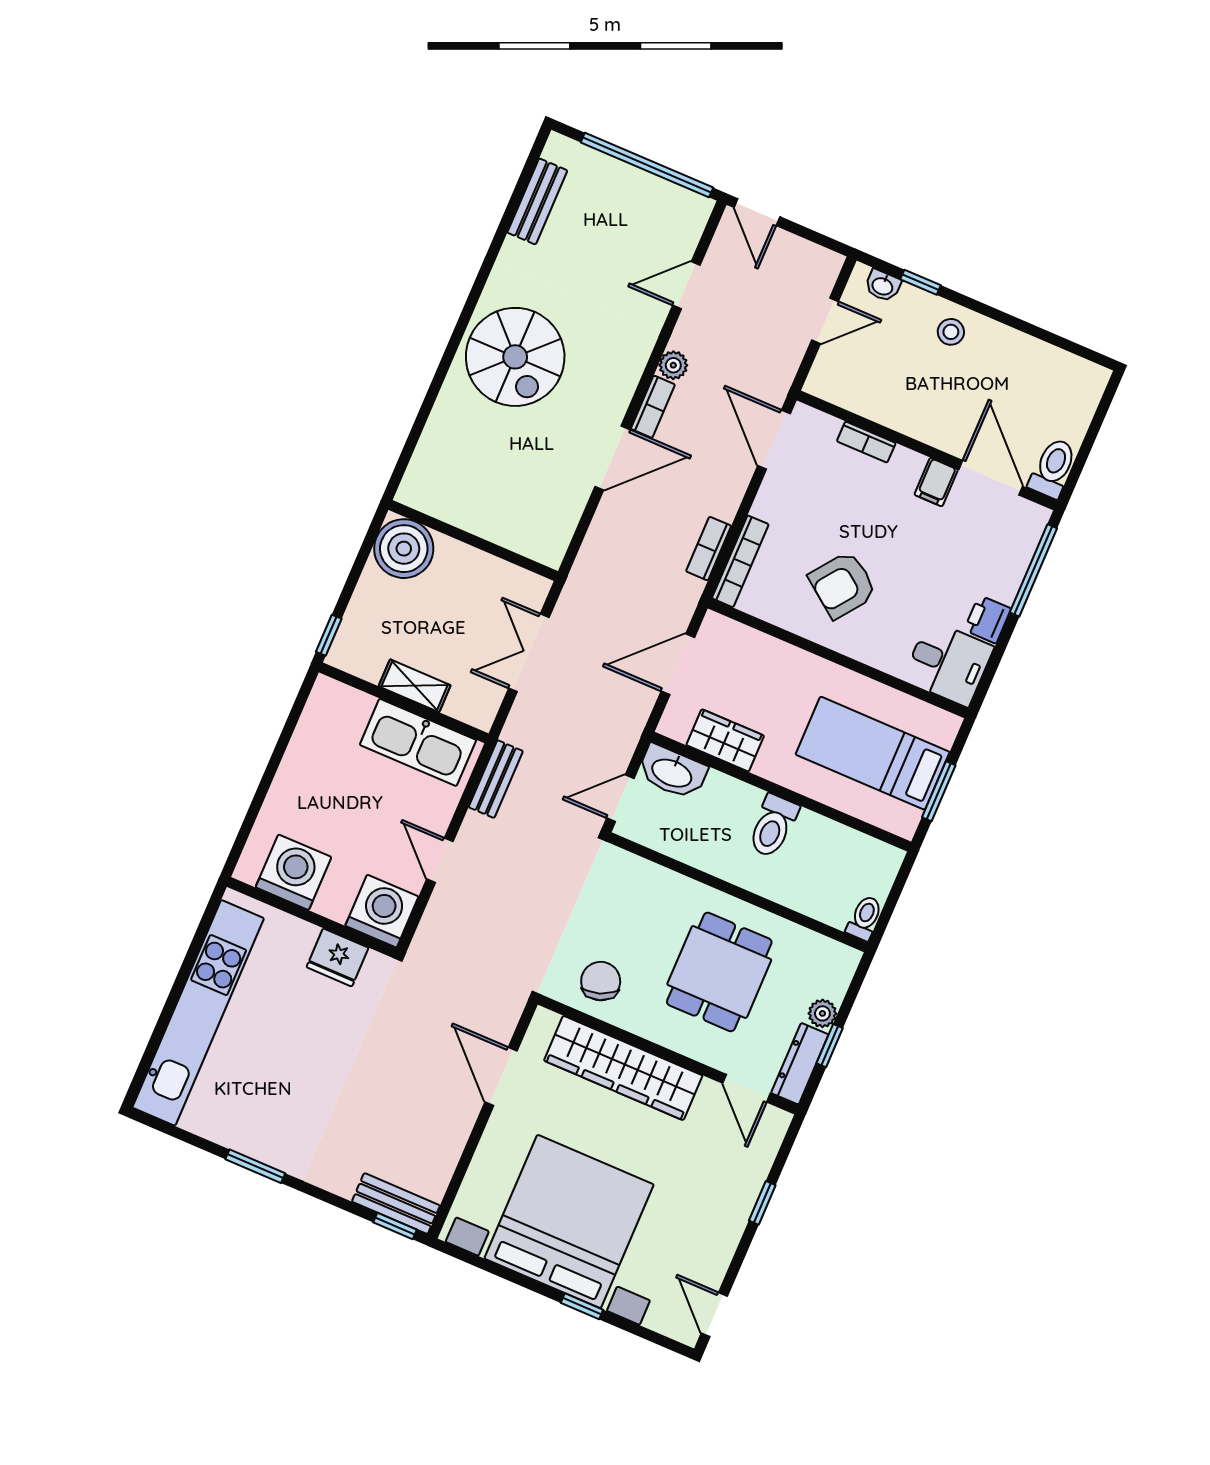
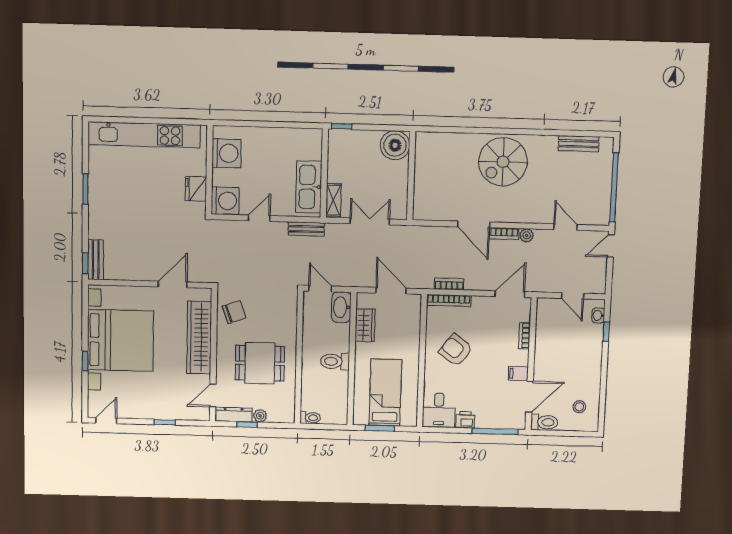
stool: (951, 332) -> (579, 407), moved
shelving: (415, 686) -> (333, 200), moved

